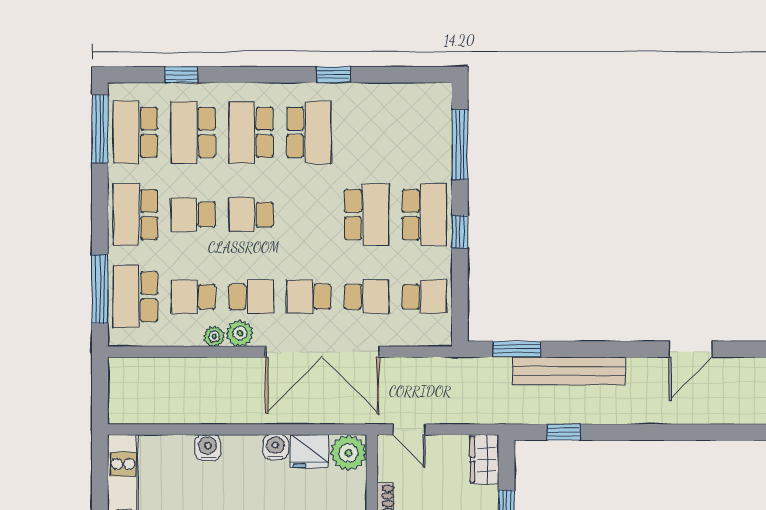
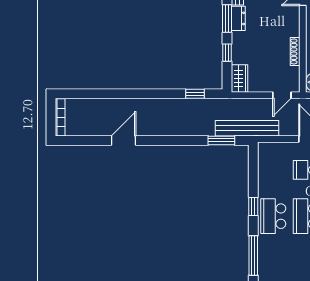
school desk: (424, 297) -> (273, 170), removed
bench: (569, 371) -> (247, 128), moved
door: (409, 429) -> (282, 95), swing flipped

